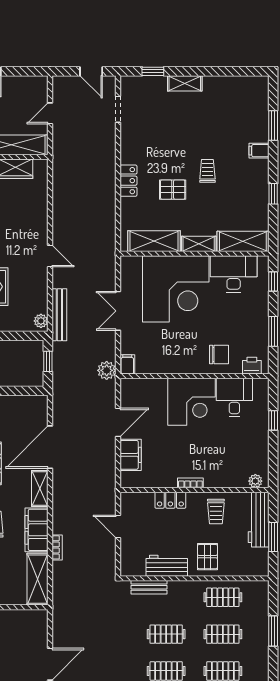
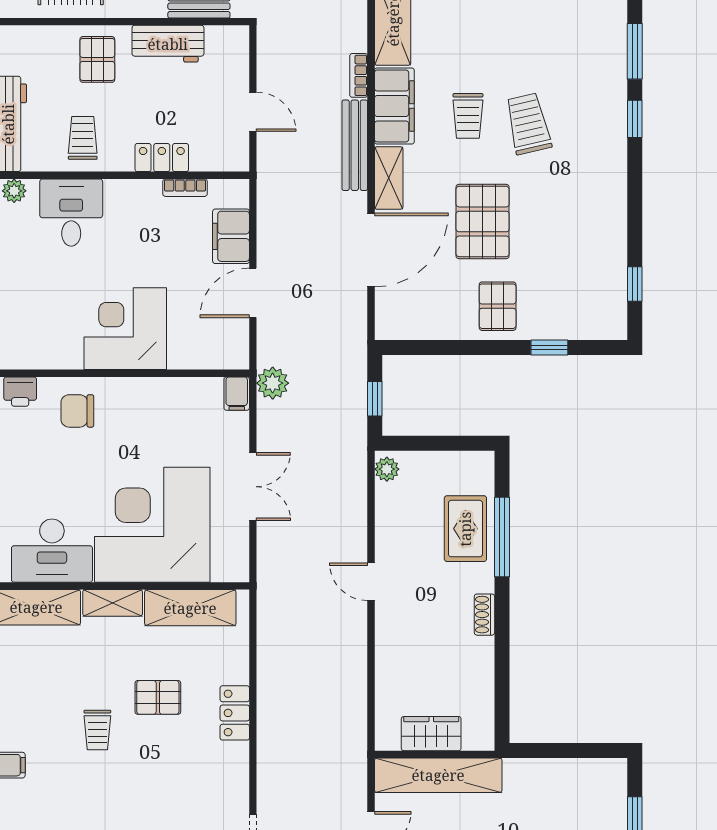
bench: (59, 315) -> (355, 145), moved
desk: (234, 398) -> (71, 213), moved, turned 180
bookcase: (190, 483) -> (185, 188), moved

